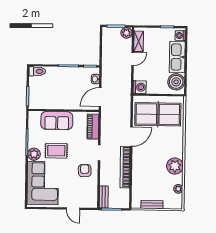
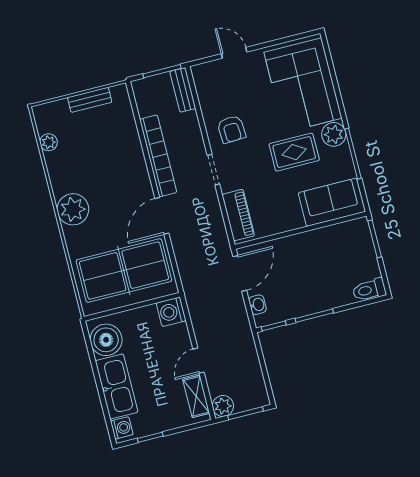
sofa: (57, 121) -> (332, 202), moved
plant: (175, 166) -> (73, 209), moved

